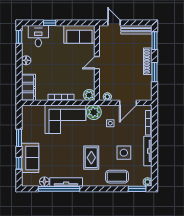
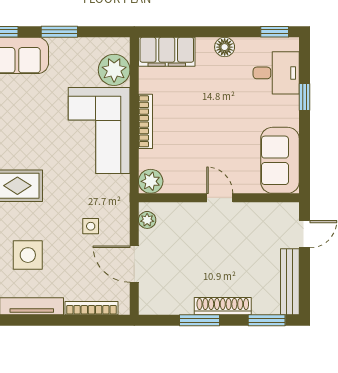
plant: (94, 112) -> (114, 70), moved

